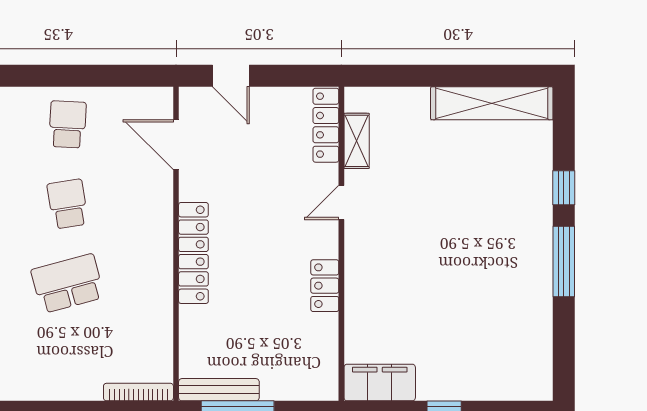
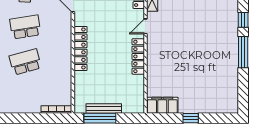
school desk: (68, 204) -> (25, 27), width x1.85
locker: (325, 286) -> (138, 56), width x1.53
bench: (219, 390) -> (104, 109), moved

